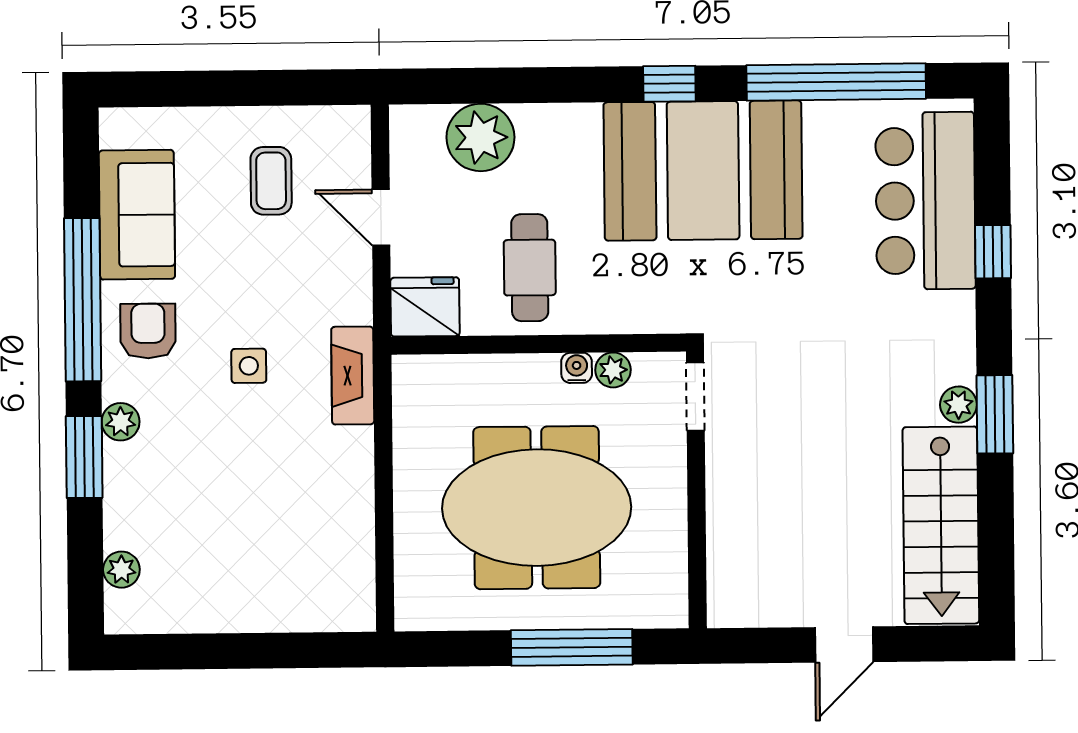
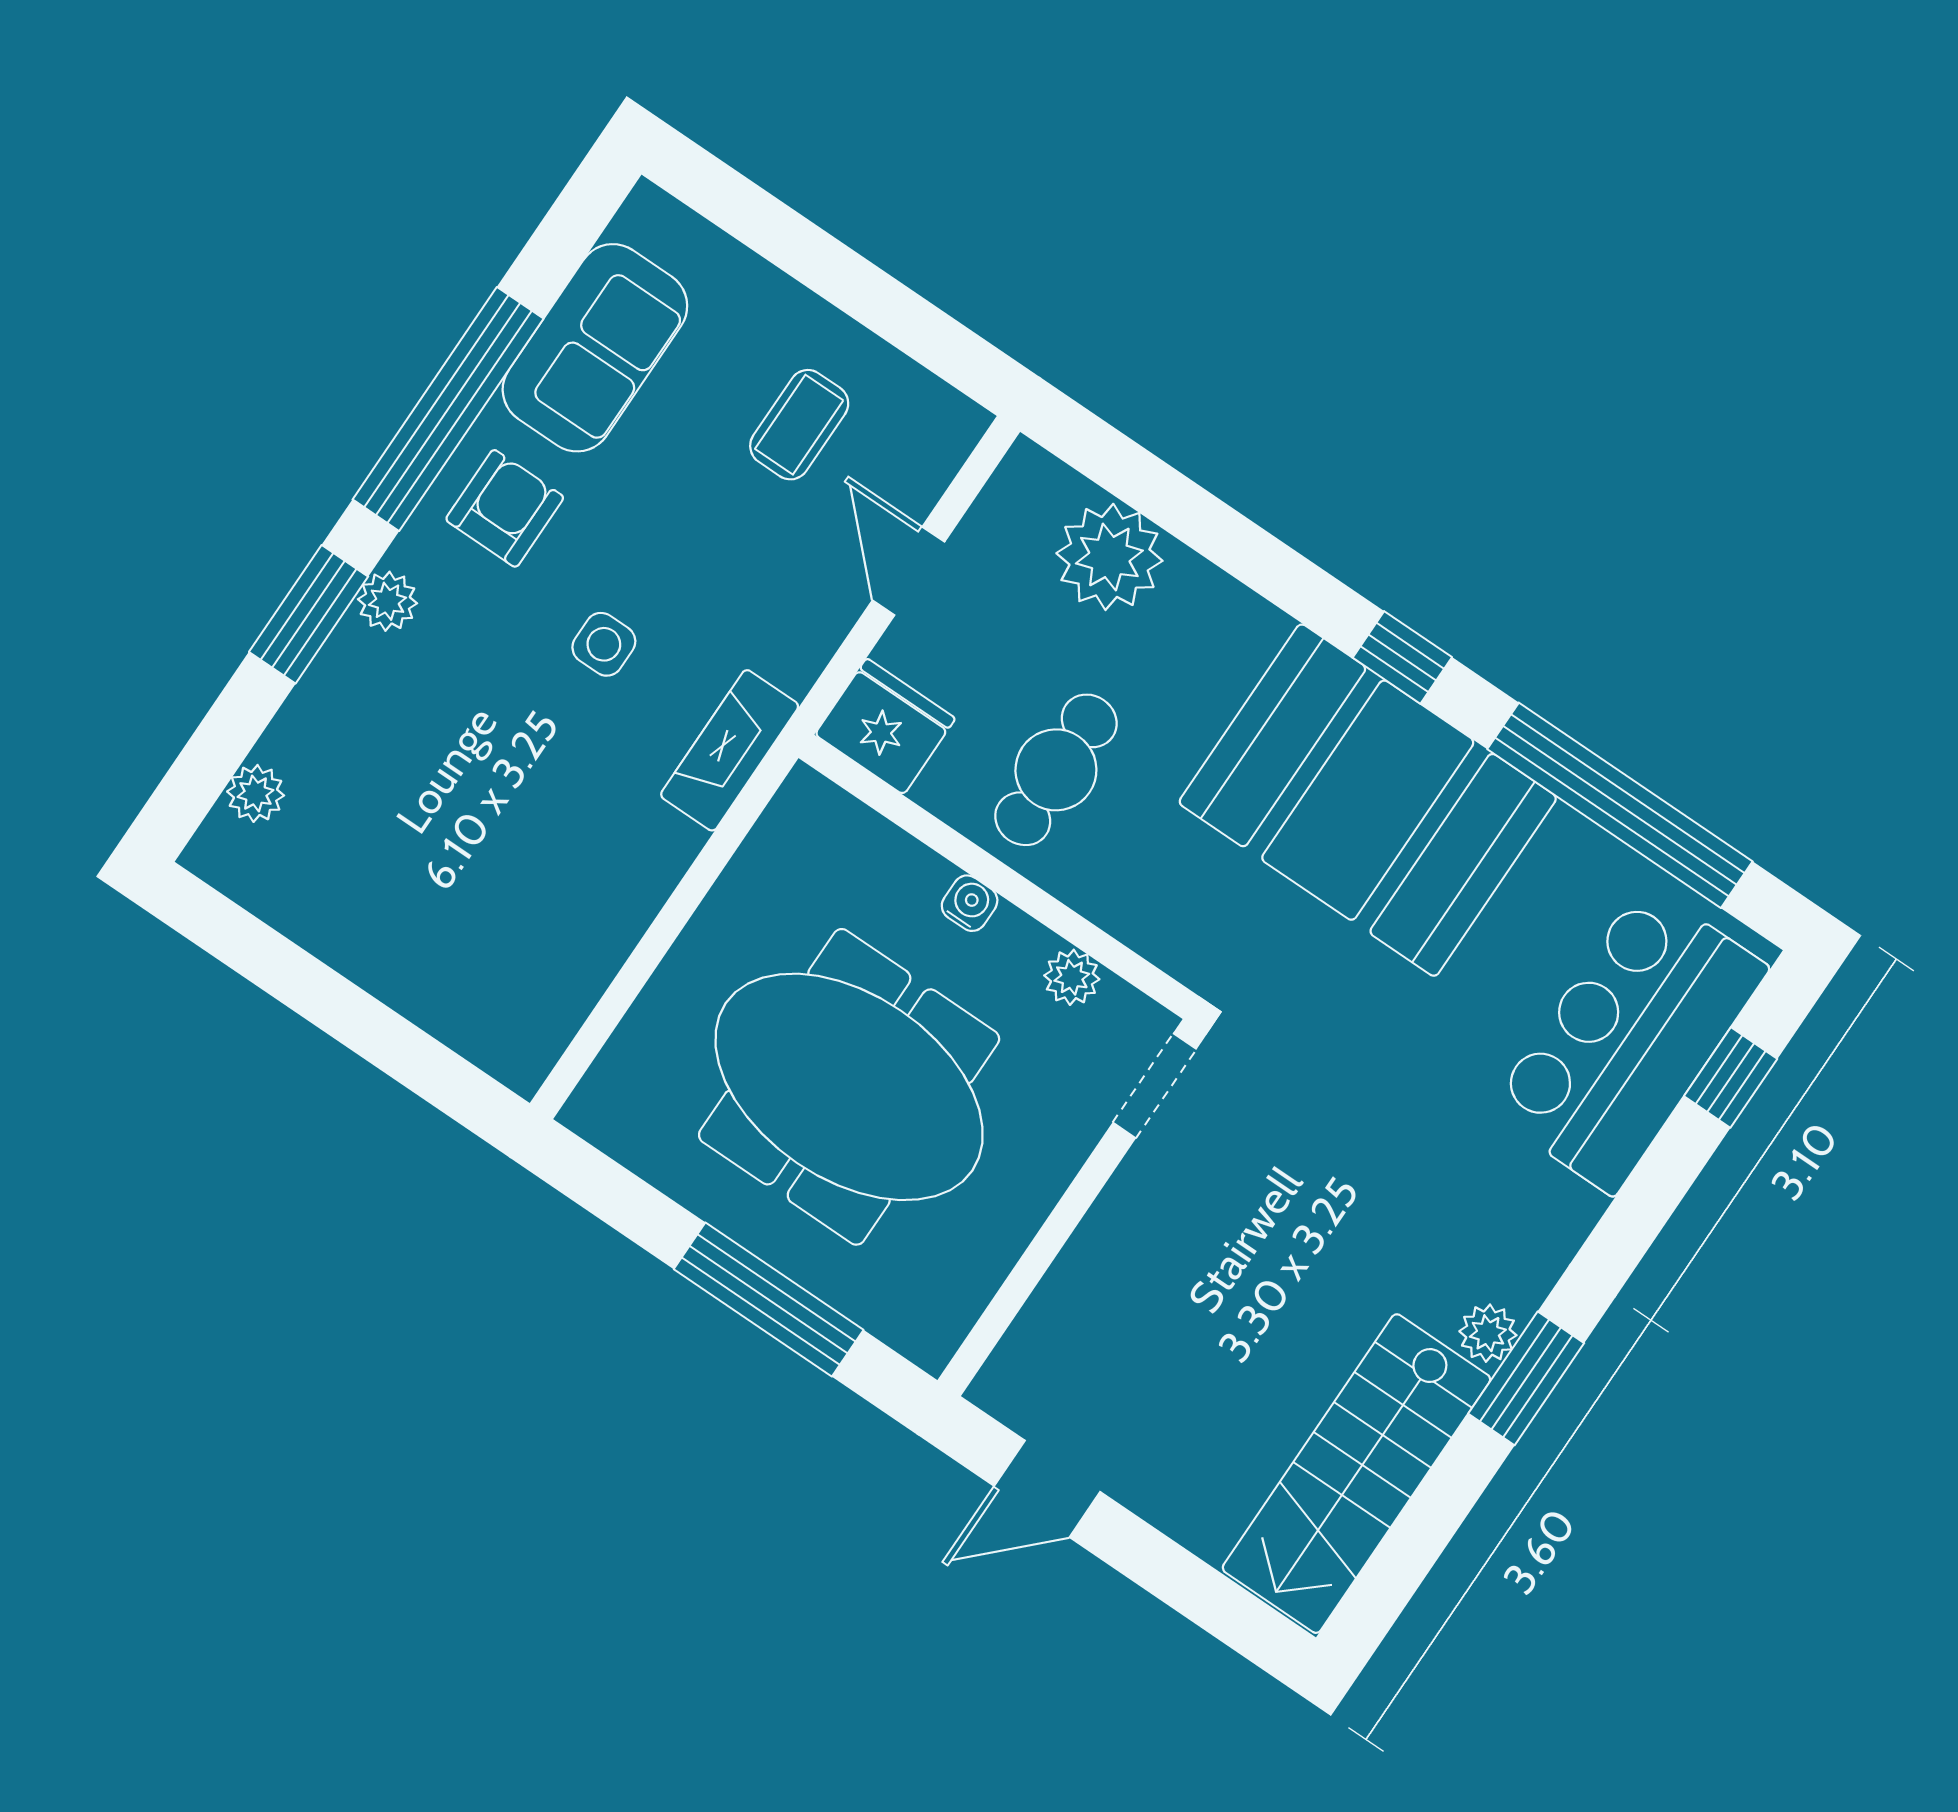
window: (993, 252) -> (1731, 1078), moved
water cooler: (577, 368) -> (970, 903), moved
door: (844, 645) -> (1047, 1489), moved

